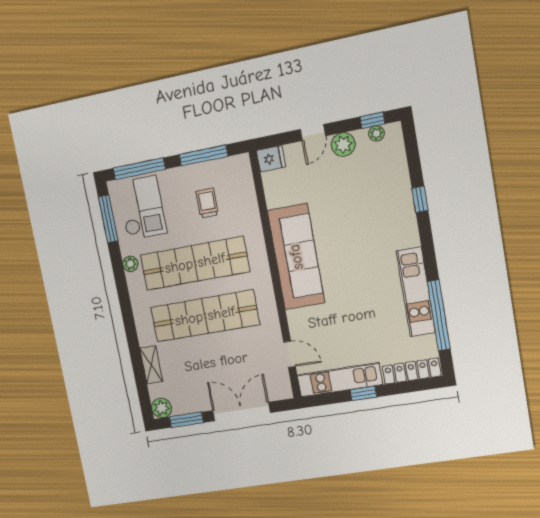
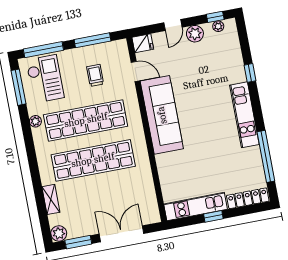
kitchen unit: (416, 292) -> (244, 115), moved
door: (289, 354) -> (136, 71), moved

